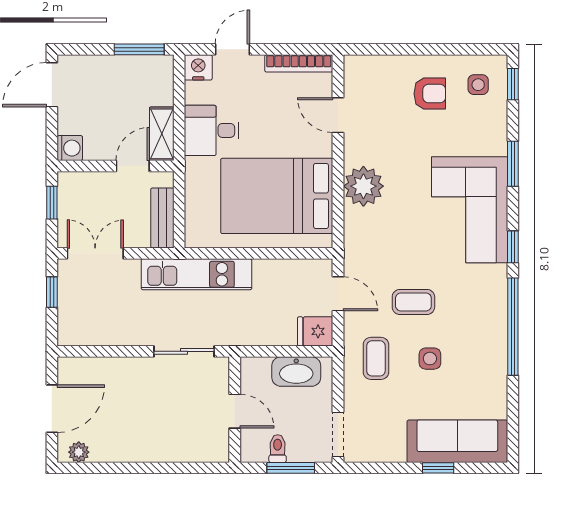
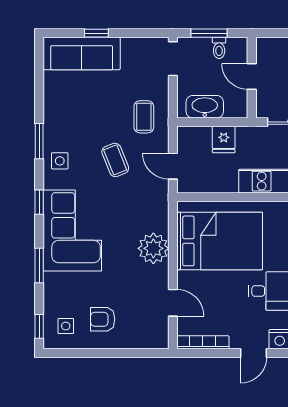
coffee table: (413, 302) -> (115, 160), turned 68
window: (513, 327) -> (39, 141), width x0.47
fridge: (315, 331) -> (224, 140), moved, turned 90
side table: (430, 359) -> (60, 161), moved

